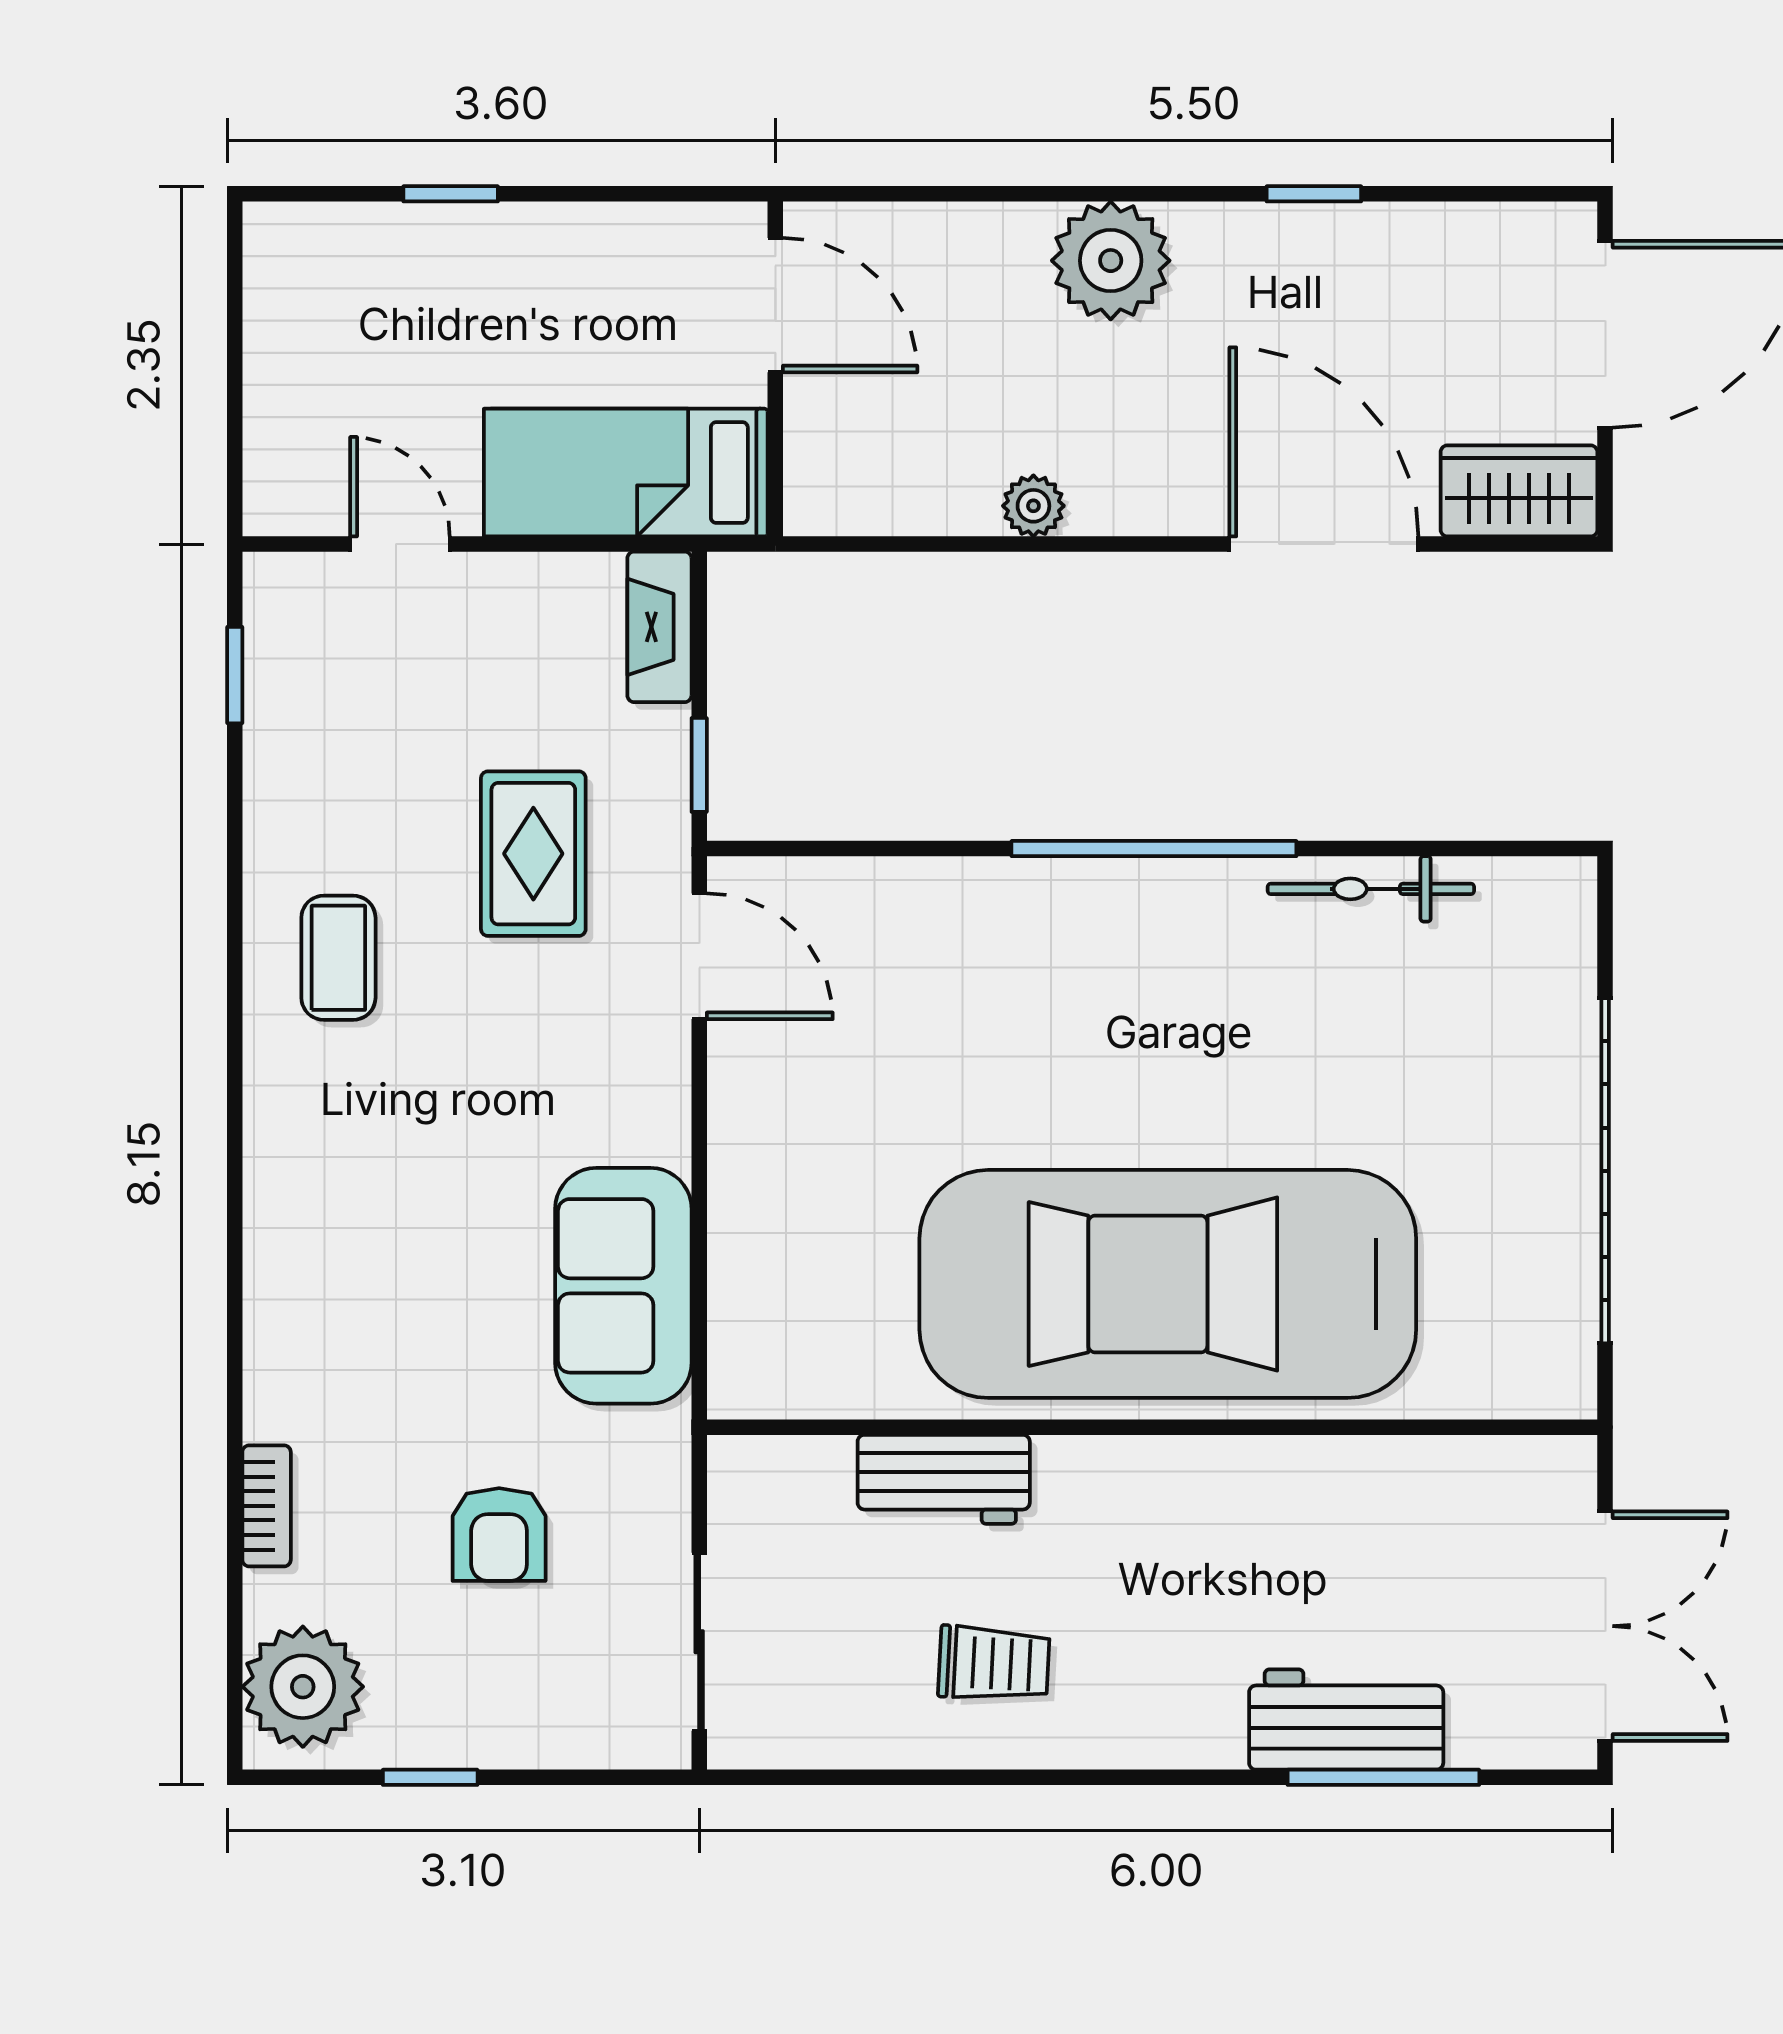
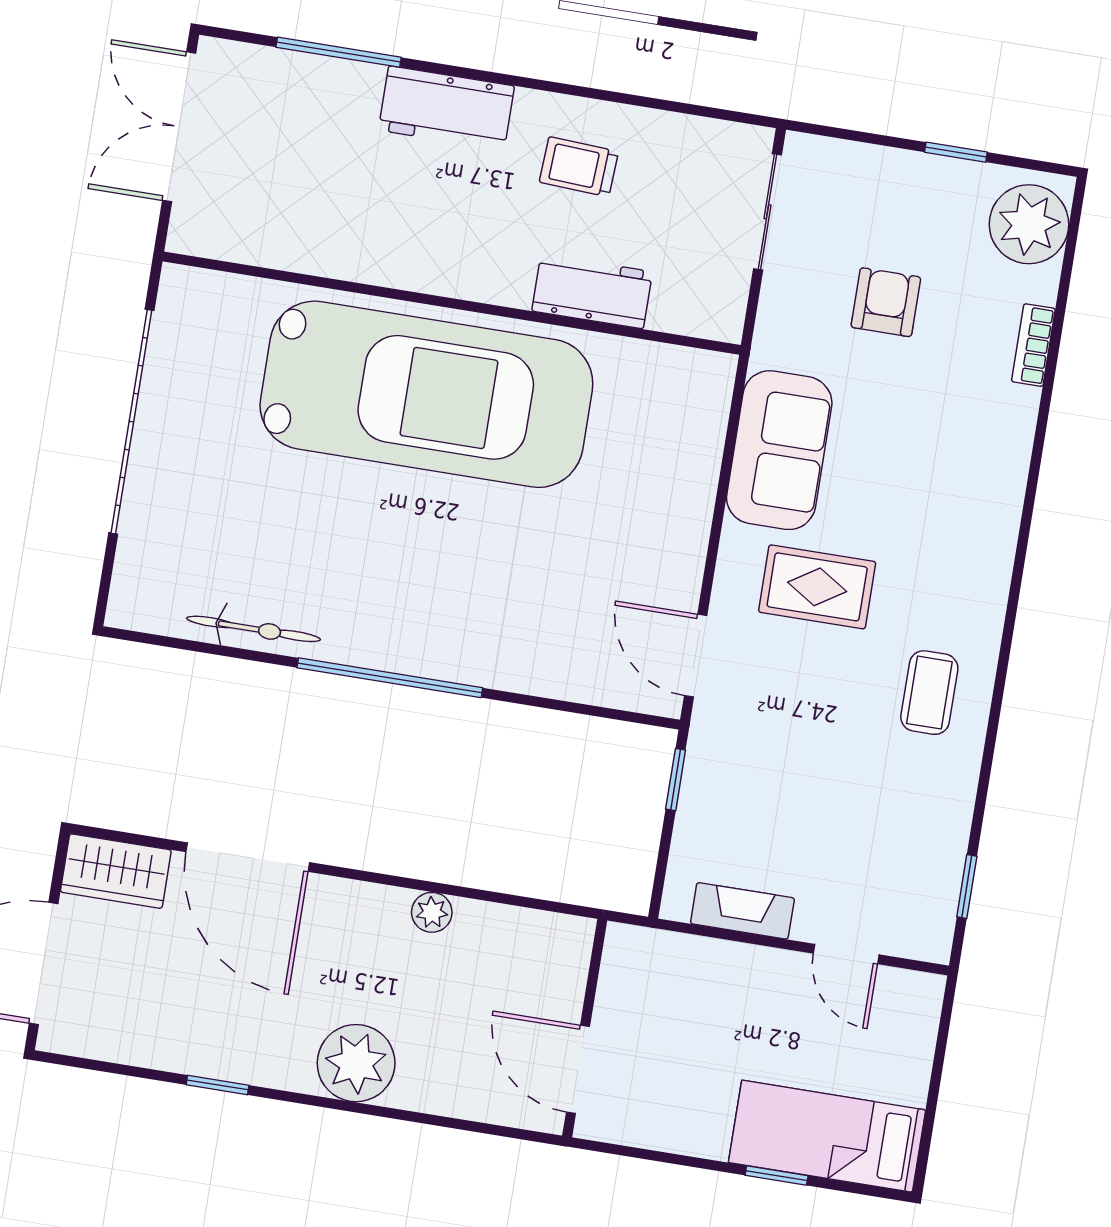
bed: (626, 473) -> (827, 1136), moved, turned 180
fireplace: (659, 627) -> (742, 911), moved, turned -90
rug: (533, 854) -> (817, 587), moved, turned 90
workbench: (1346, 1720) -> (446, 108), moved

